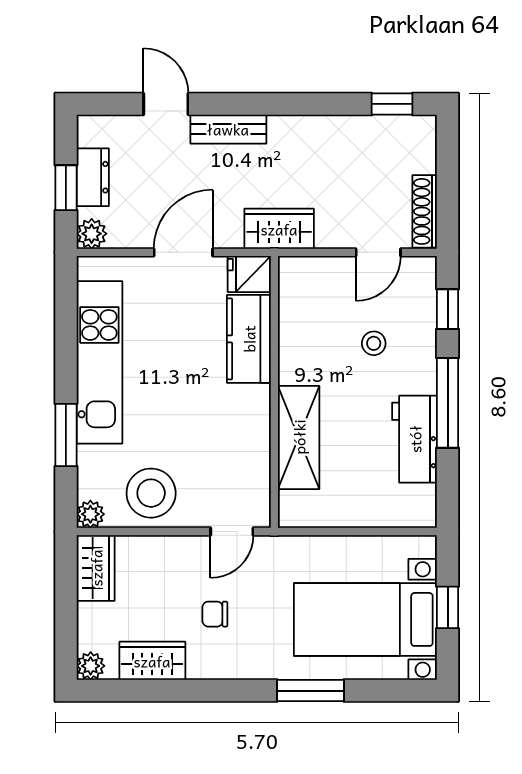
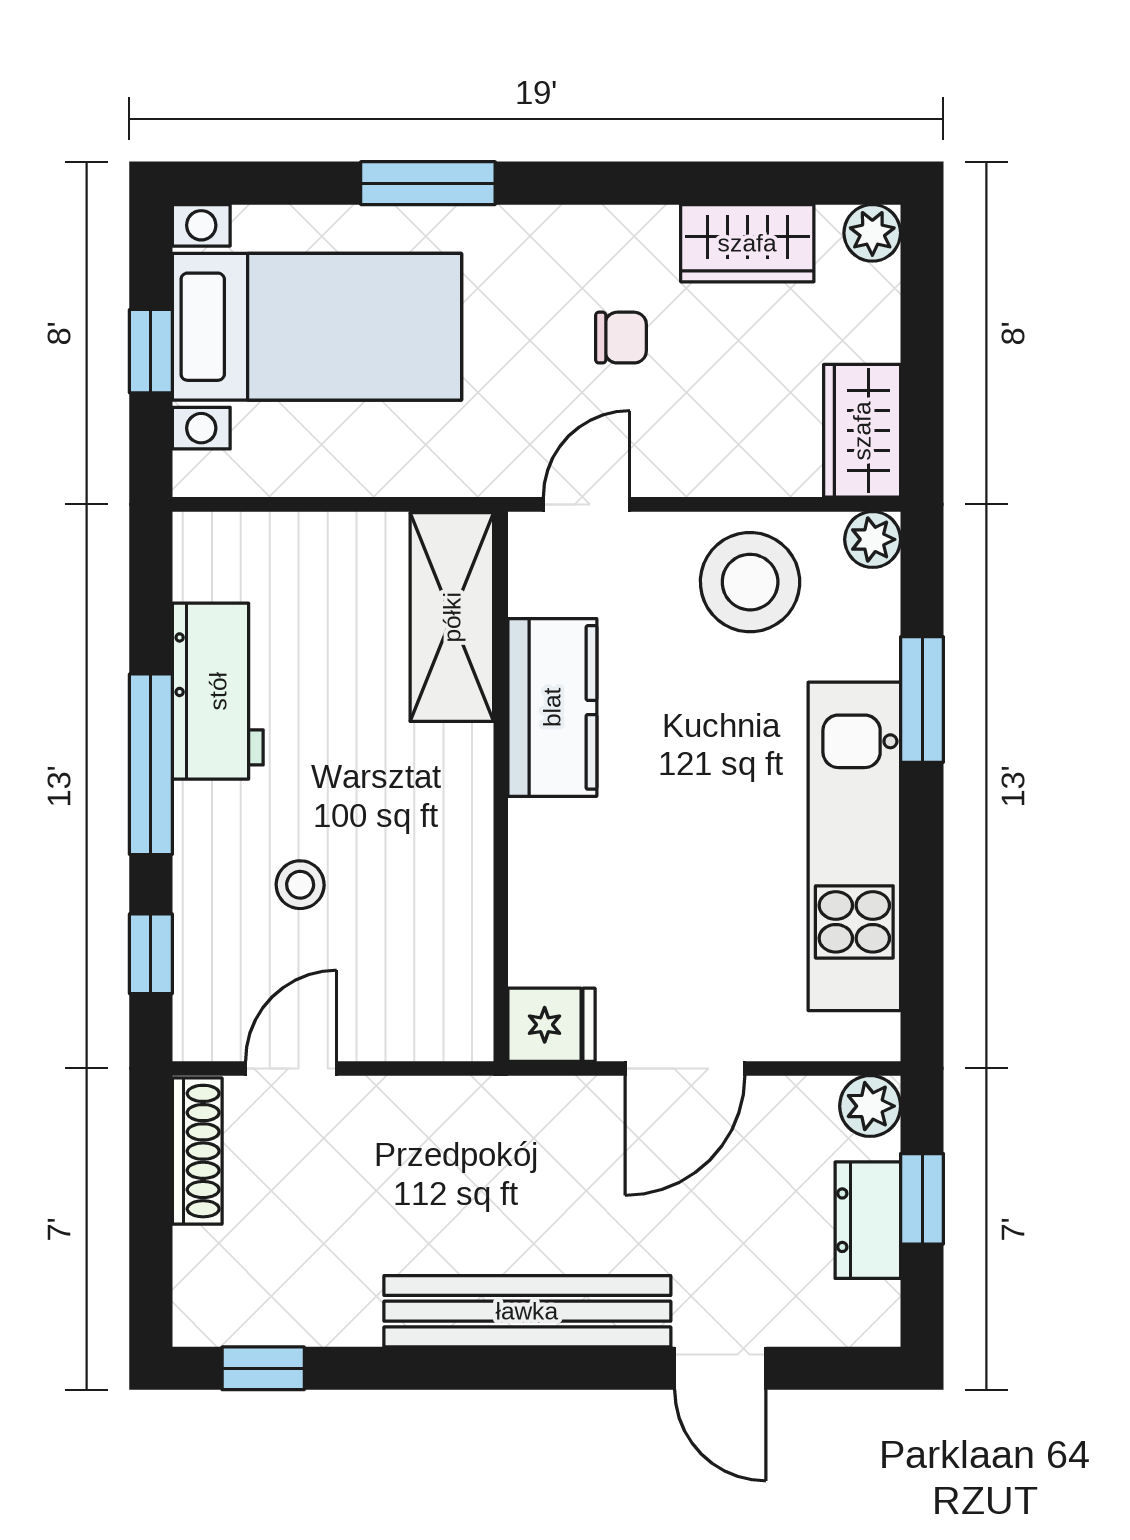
bench: (228, 129) -> (527, 1311), width x1.86, depth x1.21
wardrobe: (279, 229) -> (491, 1116), removed
kitchen counter: (249, 339) -> (552, 707), moved
shelving: (299, 437) -> (452, 617), moved

